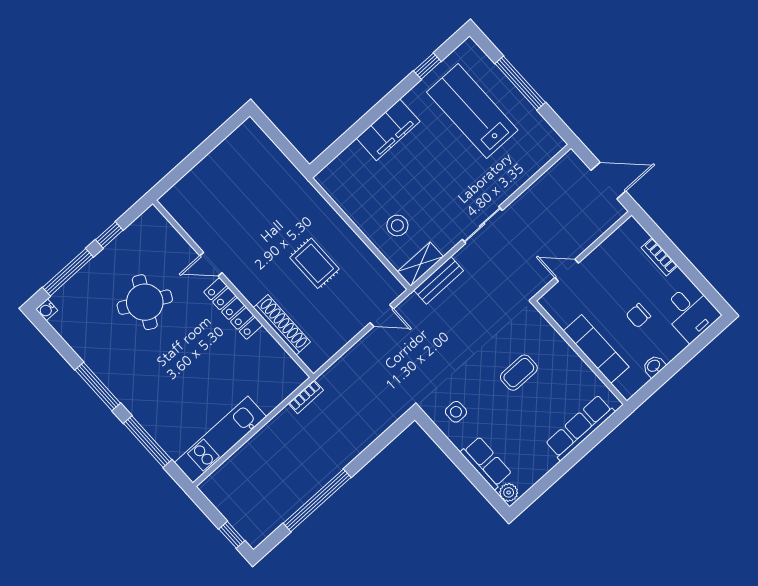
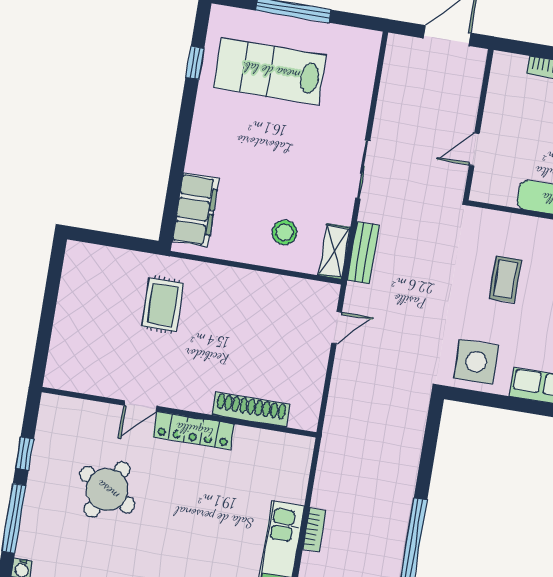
filing cabinet: (388, 130) -> (196, 210), moved
rug: (315, 263) -> (163, 305), moved, turned 90
bookcase: (306, 397) -> (314, 530), moved
side table: (456, 412) -> (476, 362), width x1.87, depth x1.87

